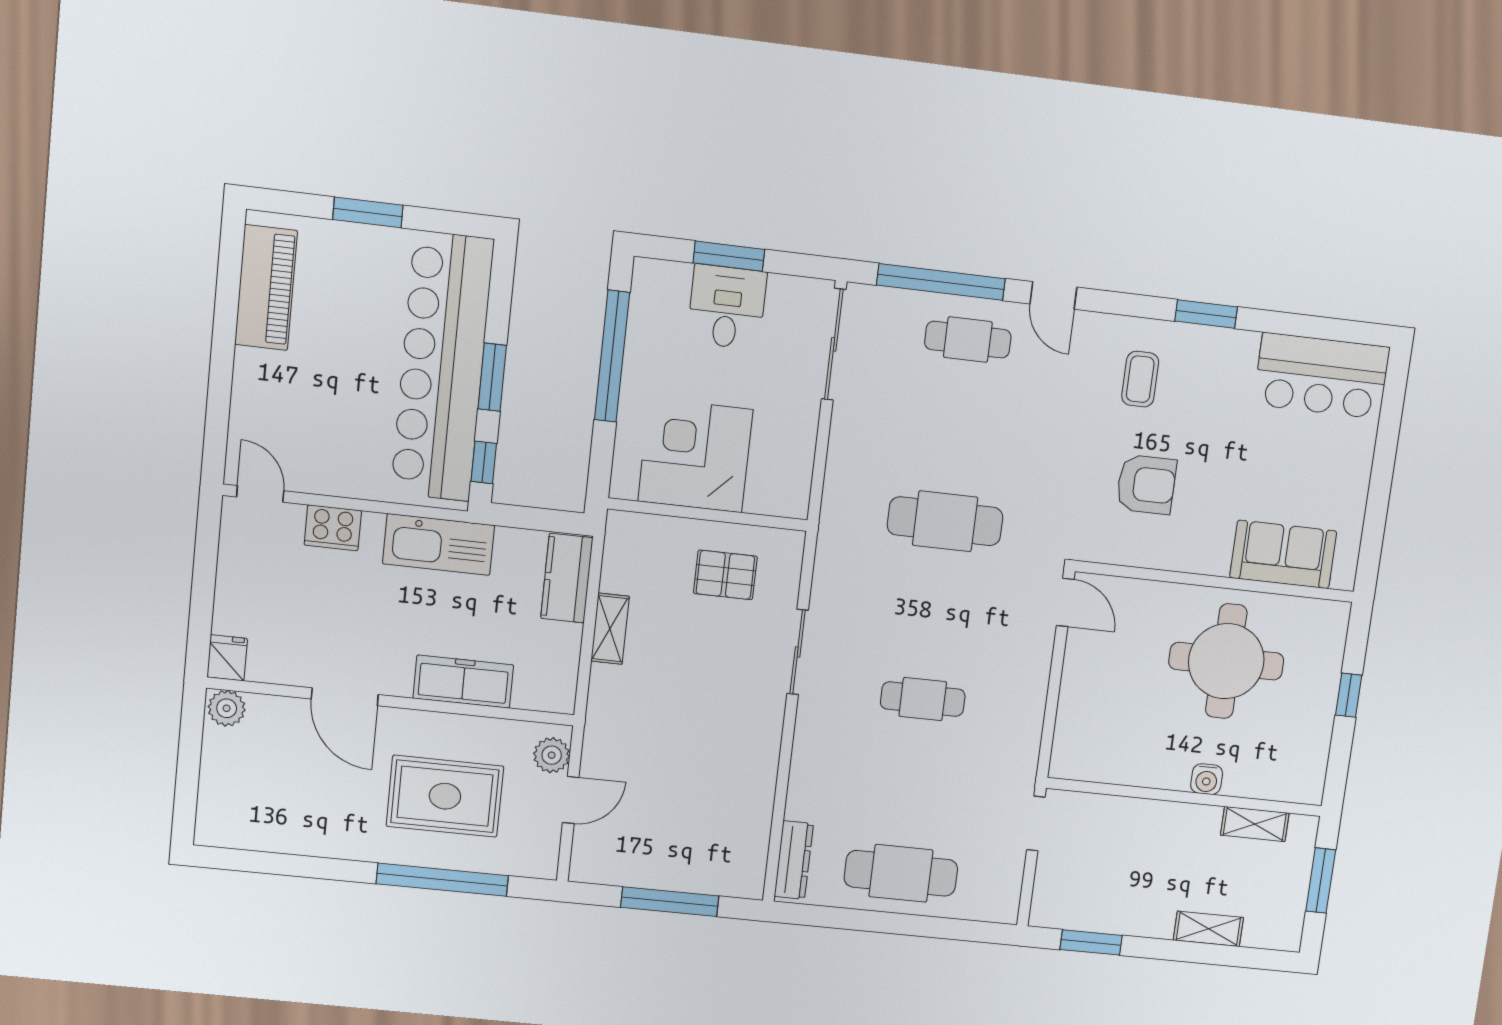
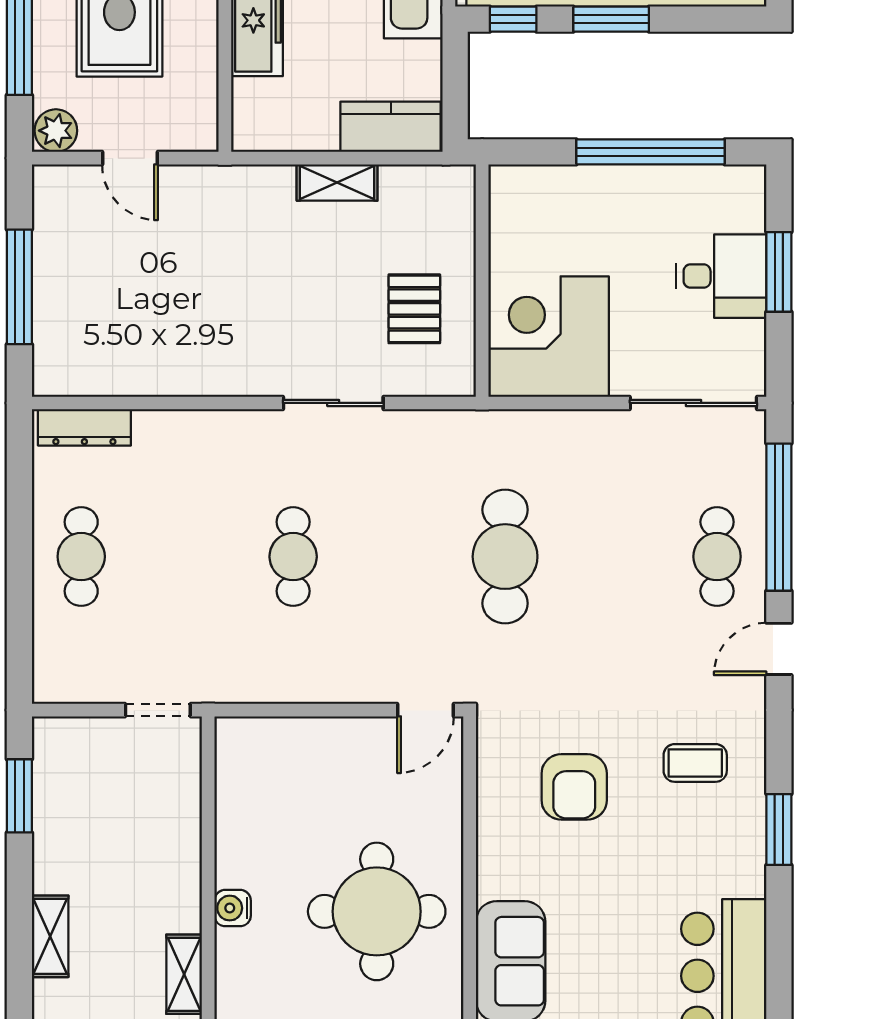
corner desk: (695, 455) -> (549, 337), moved, turned -90
plant: (552, 755) -> (56, 131), moved
cafe table: (901, 873) -> (81, 557), width x0.73, depth x0.74

